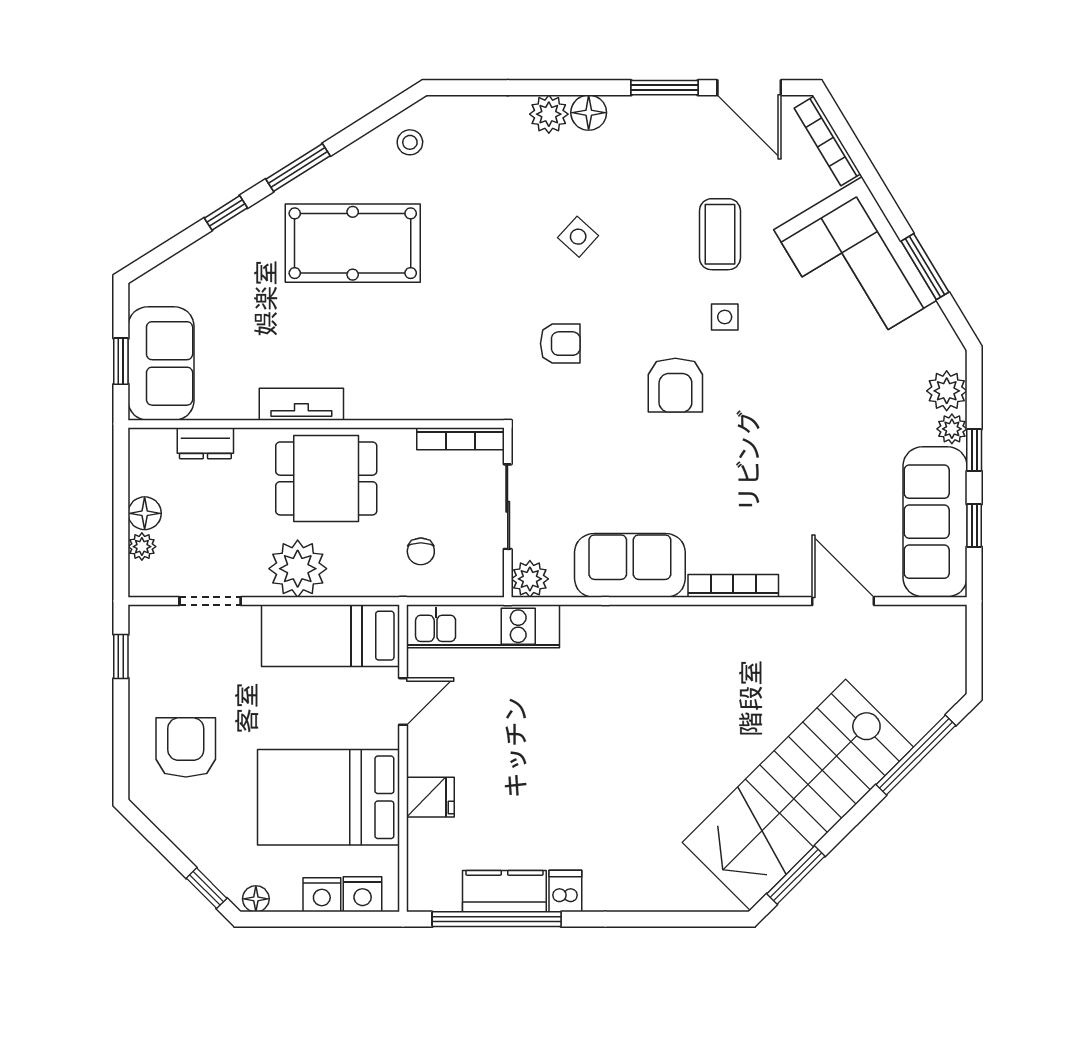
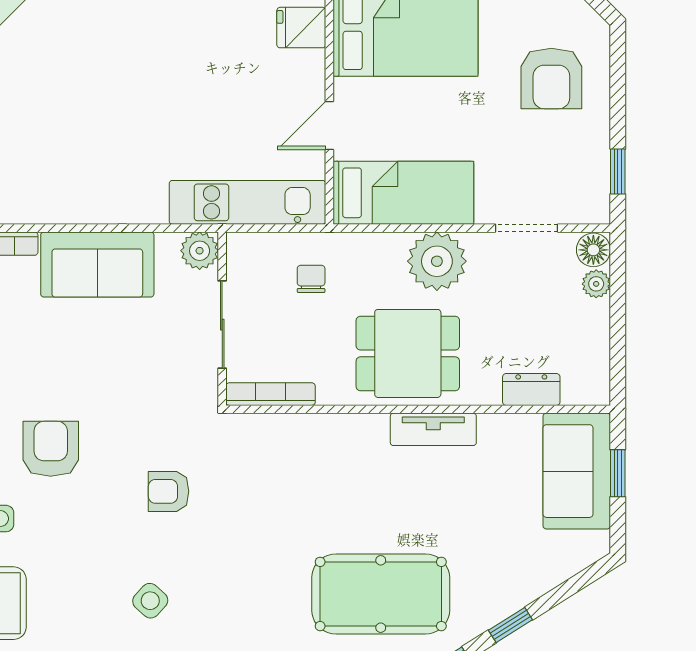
floor lamp: (145, 513) -> (593, 250), moved

